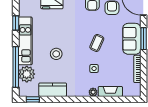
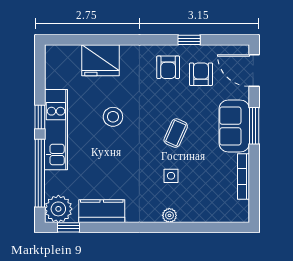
window: (16, 23) -> (40, 117), moved
stool: (56, 54) -> (113, 117), moved
plant: (27, 74) -> (58, 209), moved
fireplace: (110, 91) -> (198, 214), removed

